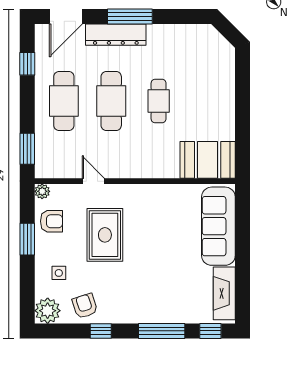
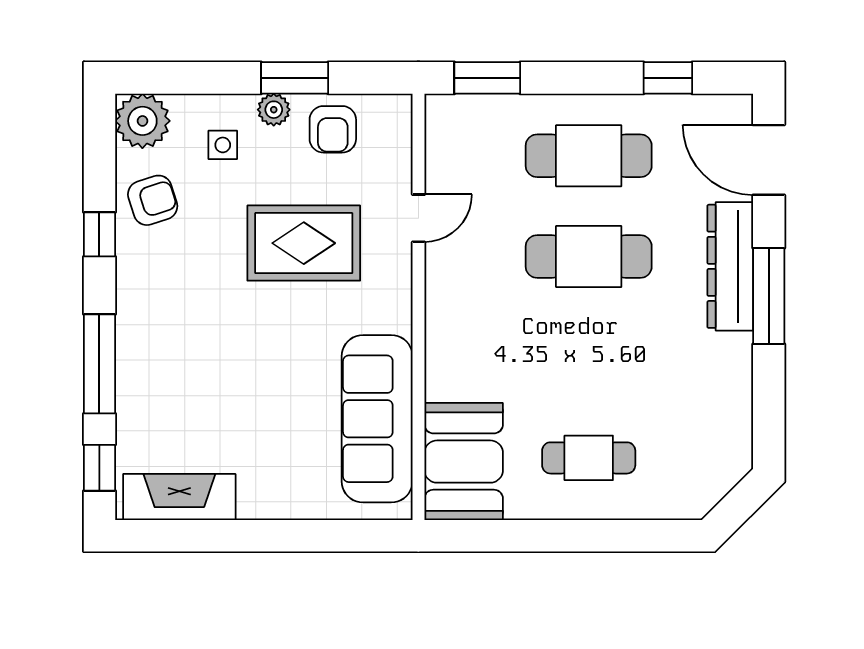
cafe table: (159, 101) -> (589, 458), moved
plant: (42, 191) -> (274, 110), moved
sofa: (218, 226) -> (377, 419), moved, turned -90

